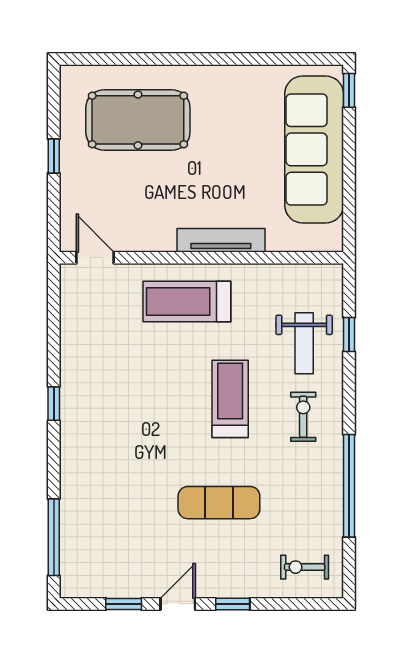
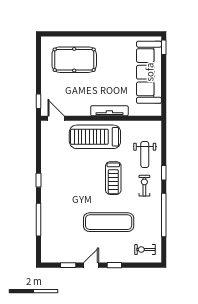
window: (54, 156) -> (38, 101), moved
treadmill: (187, 301) -> (95, 137), width x1.37, depth x1.38
window: (349, 335) -> (164, 173), moved
treadmill: (230, 399) -> (113, 178), turned 180
exercise mat: (219, 503) -> (109, 222), width x1.36, depth x1.45
window: (54, 537) -> (38, 220), moved

